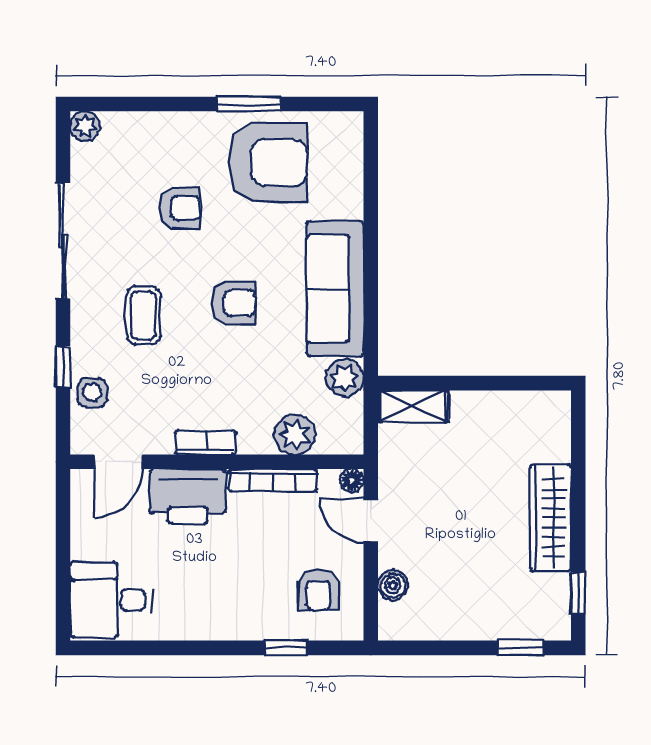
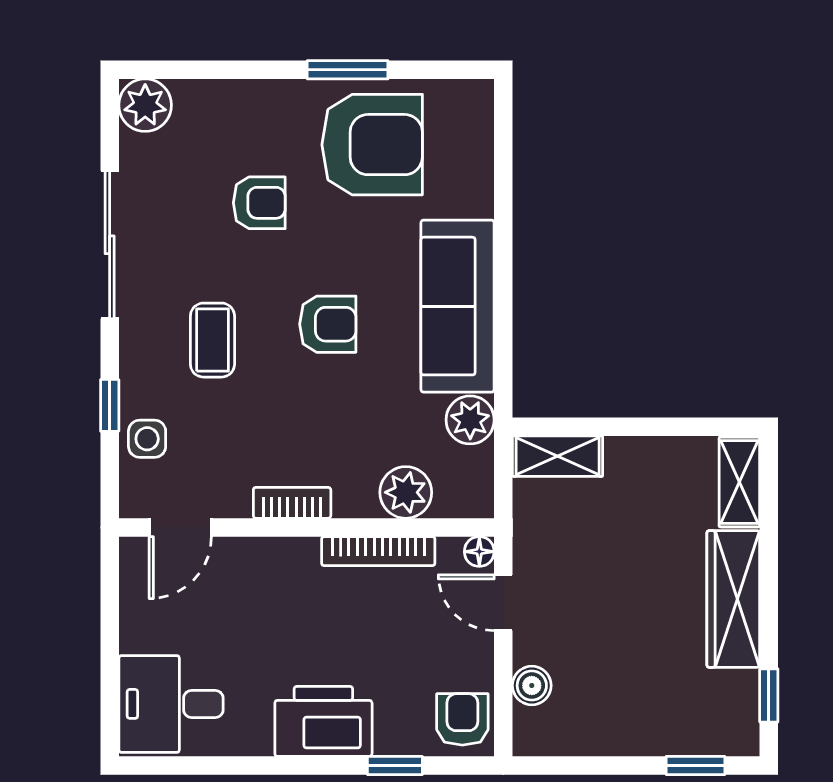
plant: (85, 126) -> (145, 105), width x1.38, depth x1.38
shelving: (555, 426) -> (739, 482), added
printer: (188, 496) -> (323, 721), moved, turned 180
armchair: (318, 590) -> (462, 719), moved, turned 180

